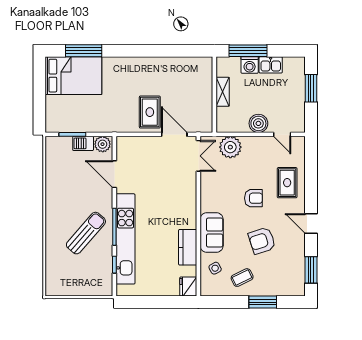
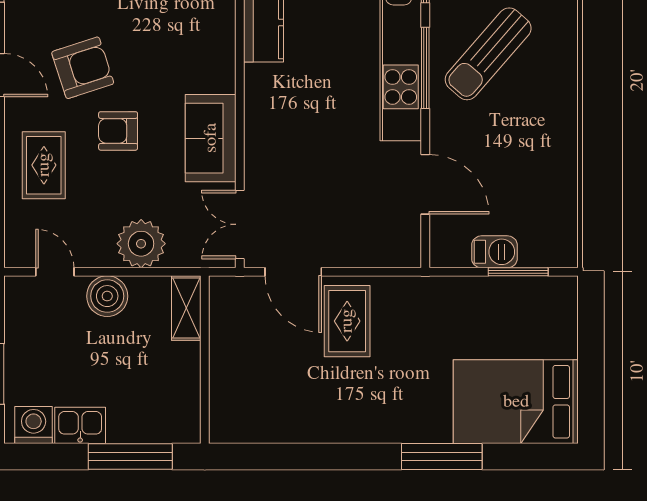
window: (84, 51) -> (442, 457), moved
washing machine: (250, 65) -> (34, 425), moved
shelving: (223, 92) -> (186, 308), moved
plant: (103, 144) -> (452, 250), removed
plant: (230, 147) -> (141, 244), moved
sofa: (212, 233) -> (211, 138), moved
armchair: (262, 241) -> (83, 68), moved

